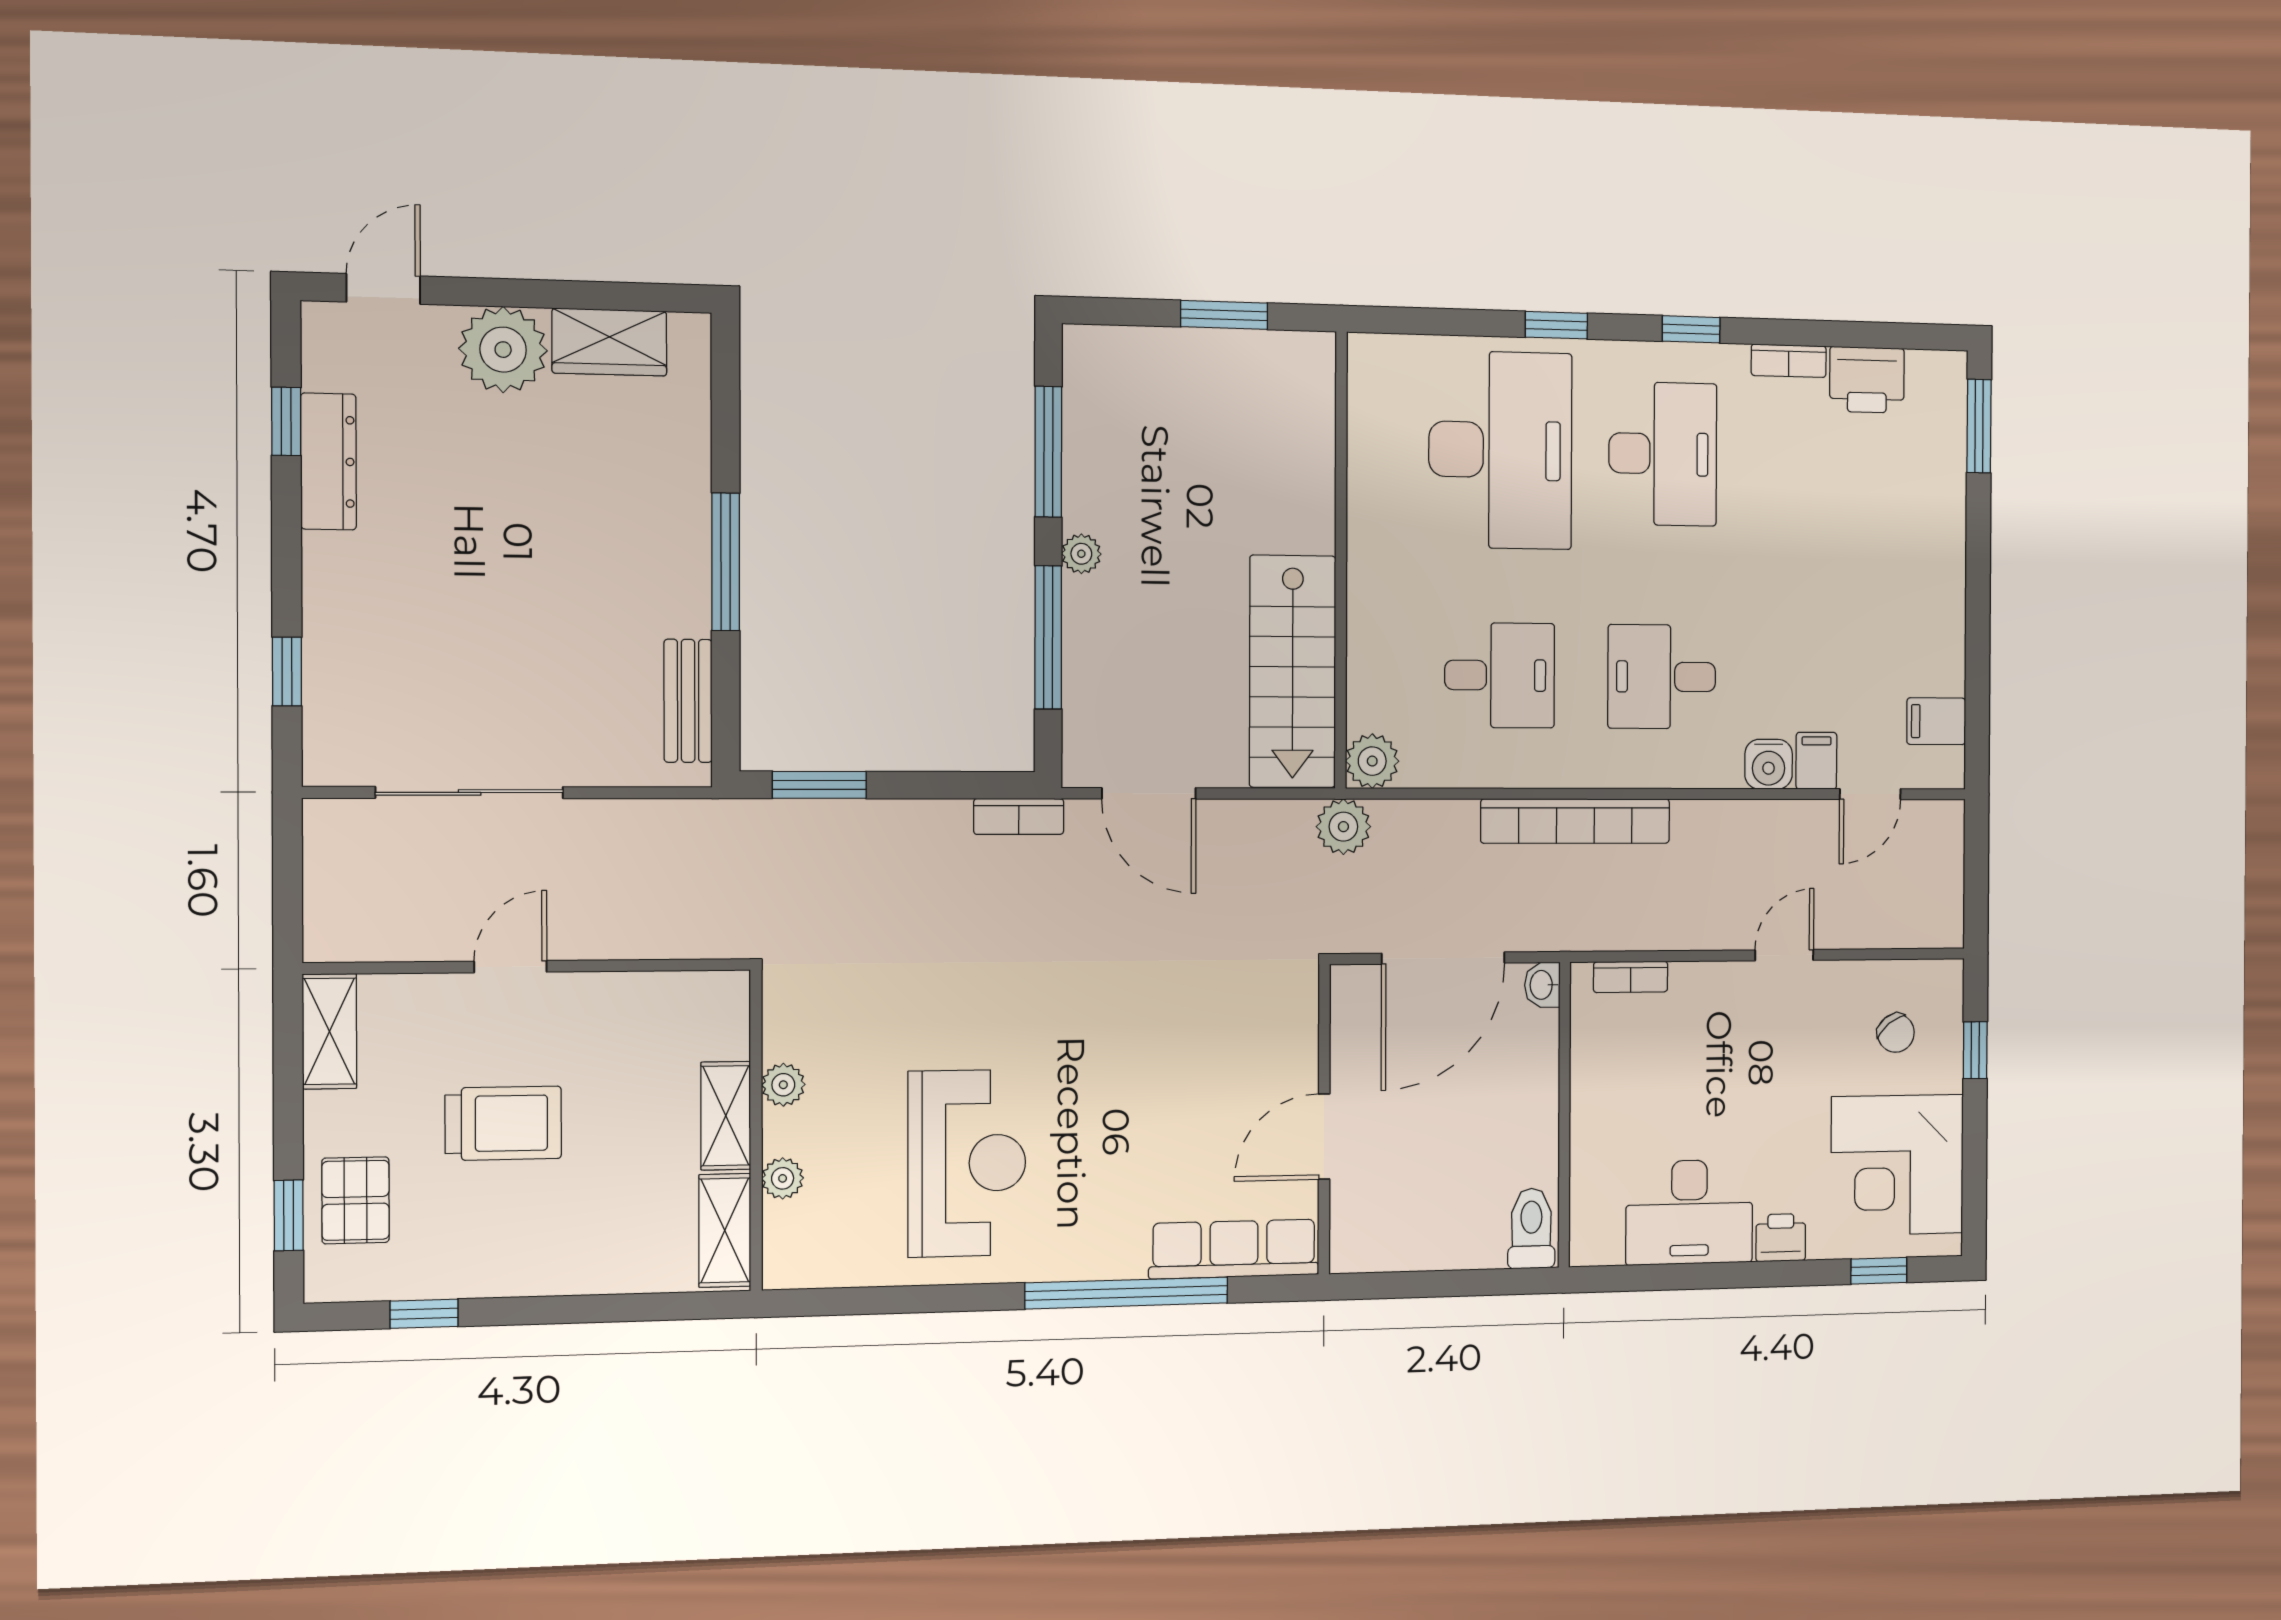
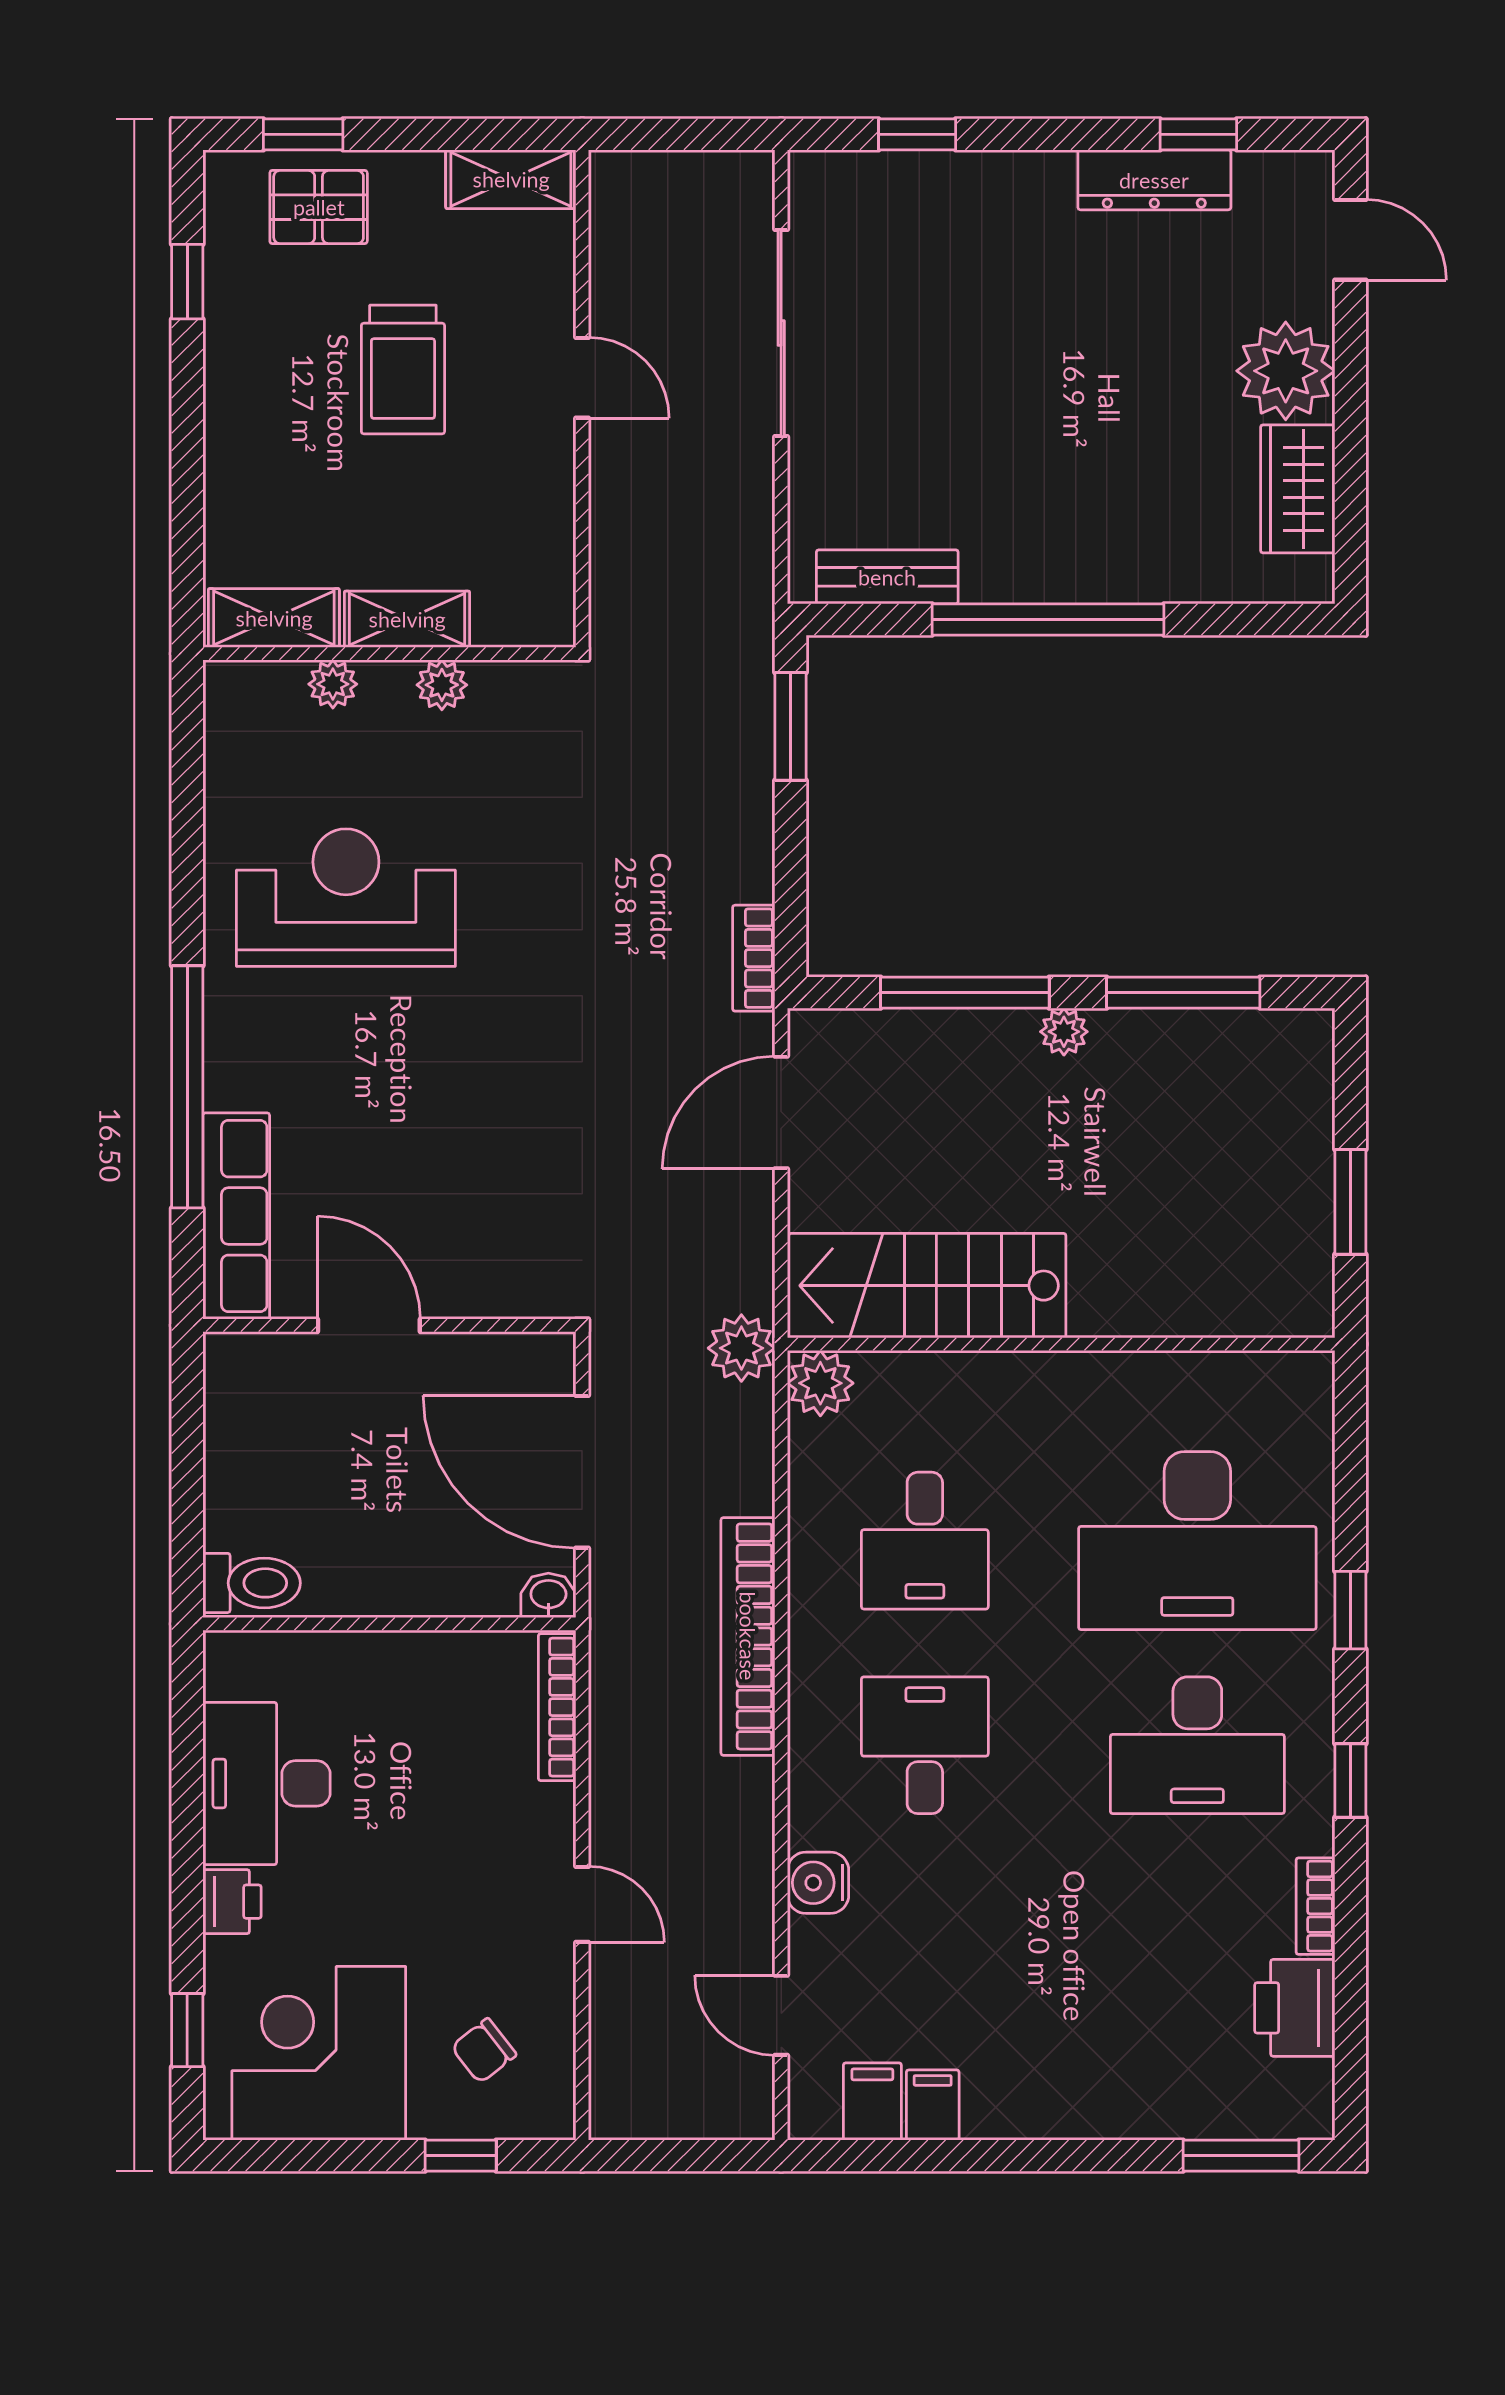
window: (726, 562) -> (1048, 619), width x1.46
filing cabinet: (1816, 761) -> (933, 2105), moved, turned -90
bookcase: (1631, 977) -> (557, 1707), width x1.56
reception desk: (967, 1163) -> (346, 898), turned 180

